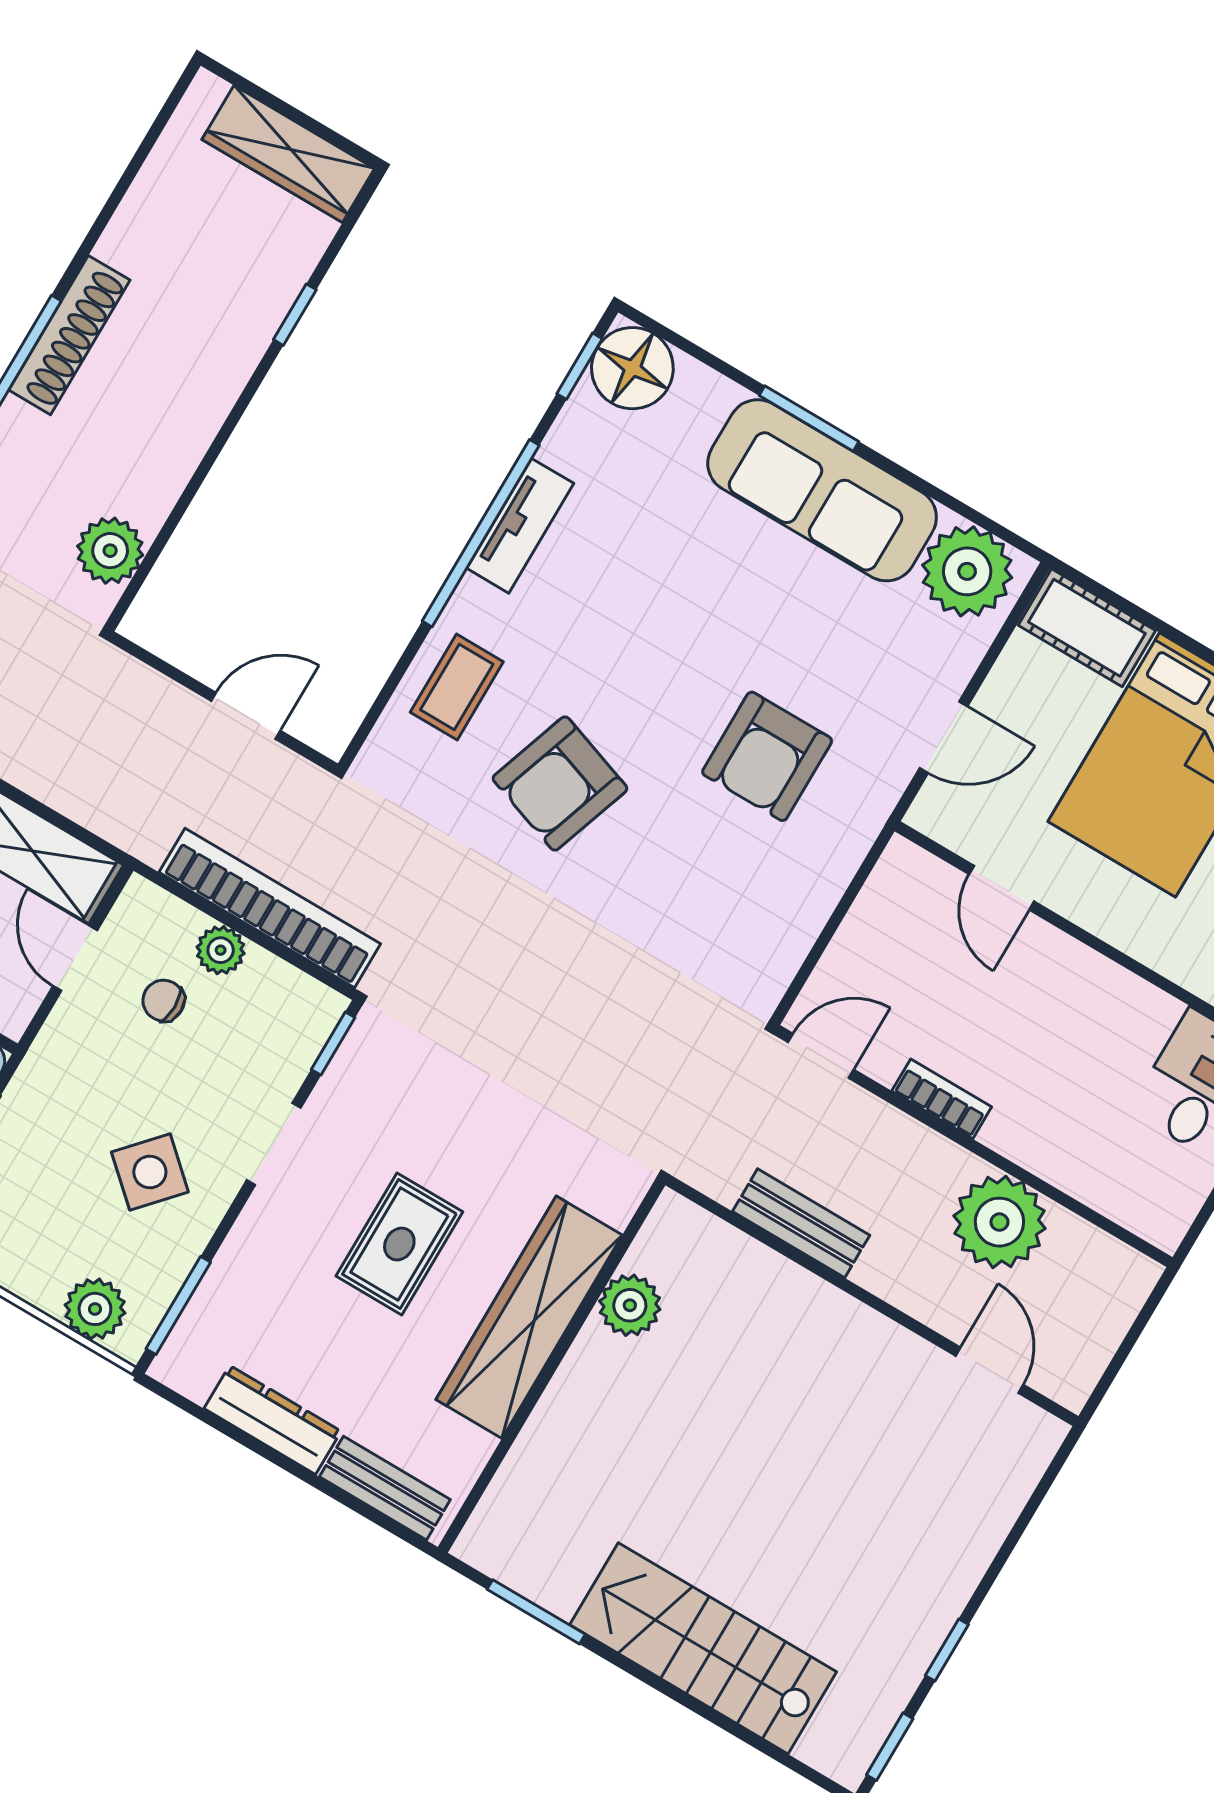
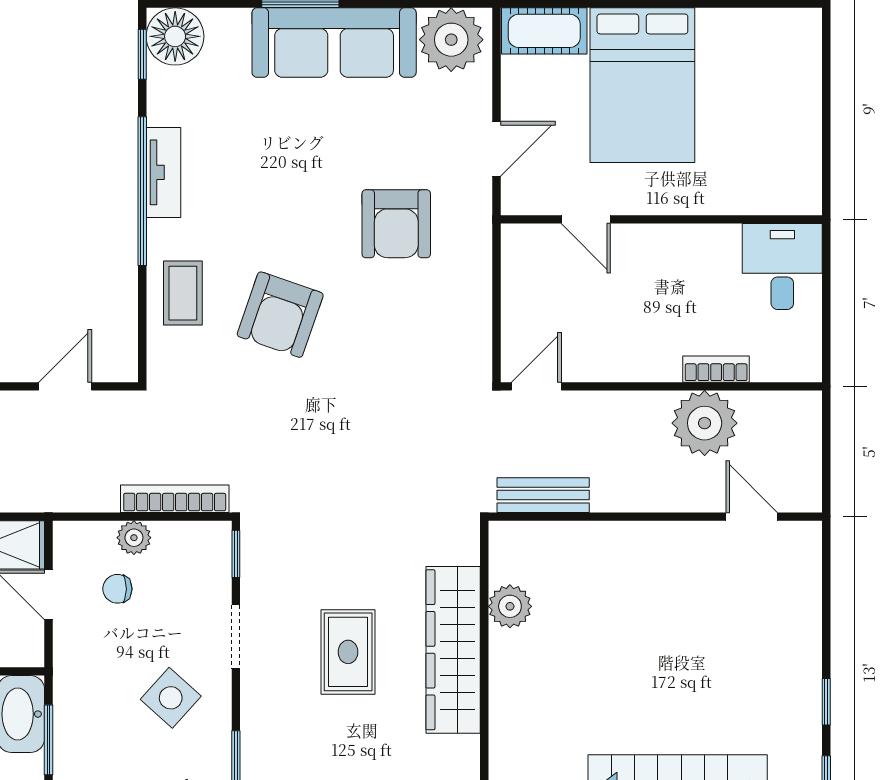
bookcase: (270, 908) -> (175, 499), width x0.68, depth x0.76
bookcase: (942, 1099) -> (716, 369), moved
bench: (801, 1223) -> (543, 495), moved

